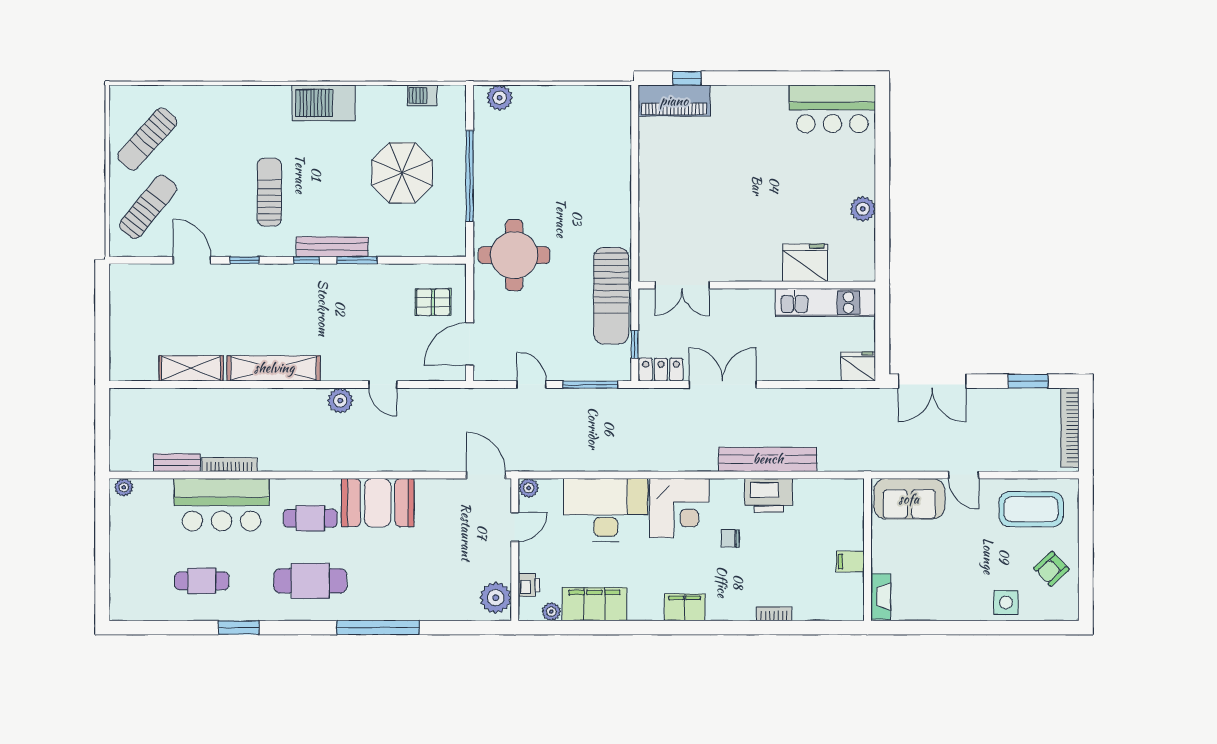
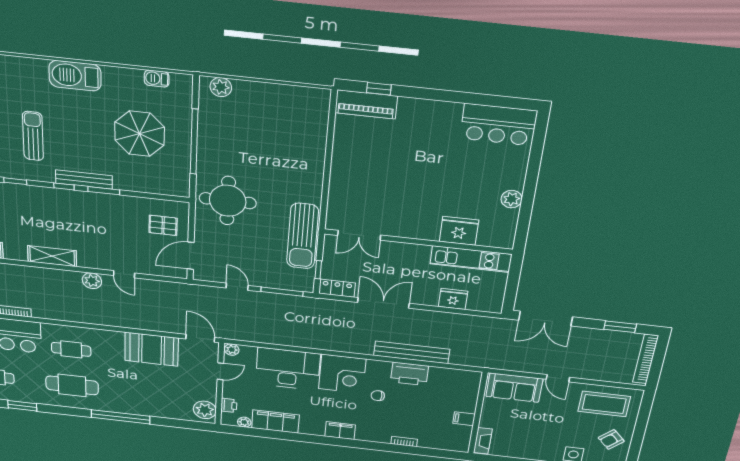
fridge: (858, 366) -> (453, 299), moved
shelving: (274, 368) -> (52, 256), width x0.68
booth: (378, 503) -> (152, 349), moved

